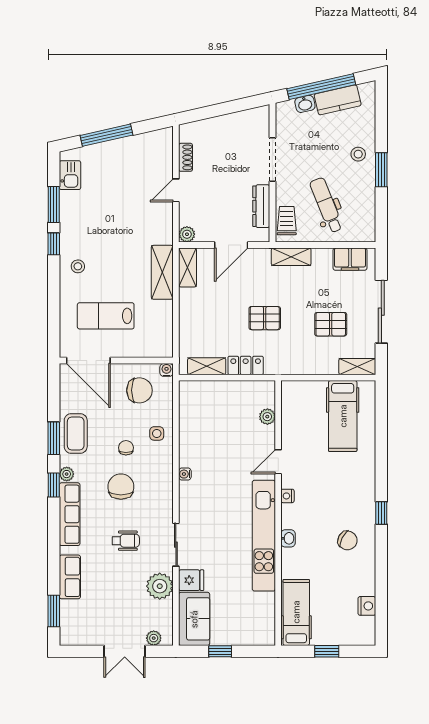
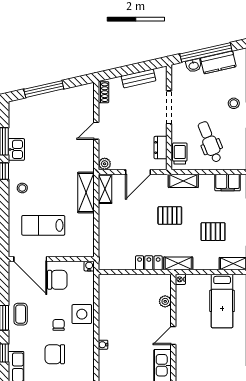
bench: (232, 121) -> (138, 78), added
shoe rack: (186, 157) -> (104, 92), moved
kitchen sink: (70, 175) -> (16, 149), moved
dresser: (261, 206) -> (161, 148), width x0.70
pallet: (265, 318) -> (170, 215), moved
shelving: (207, 366) -> (178, 263), moved
chair: (139, 390) -> (57, 280), moved
side table: (157, 433) -> (82, 314), width x1.87, depth x1.87
coffee table: (76, 434) -> (21, 314), width x0.73, depth x0.77
plant: (67, 474) -> (14, 345), removed
chair: (121, 487) -> (55, 354), turned -90
nightstand: (287, 496) -> (180, 279), moved

